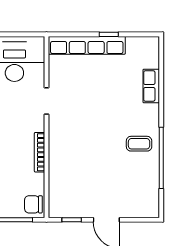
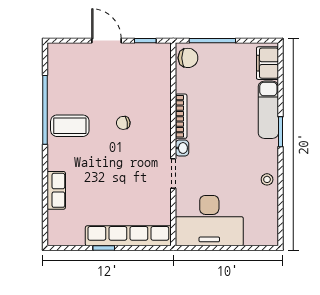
washbasin: (39, 124) -> (182, 148), added
coffee table: (139, 144) -> (70, 126), width x1.36, depth x1.30
chair: (91, 146) -> (123, 123), added

